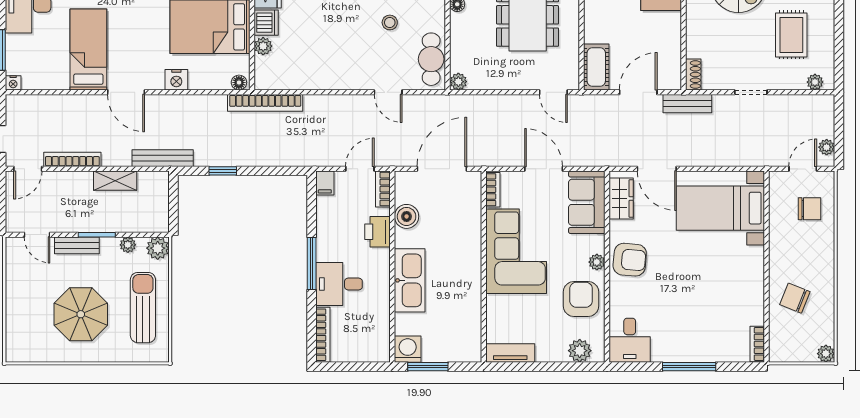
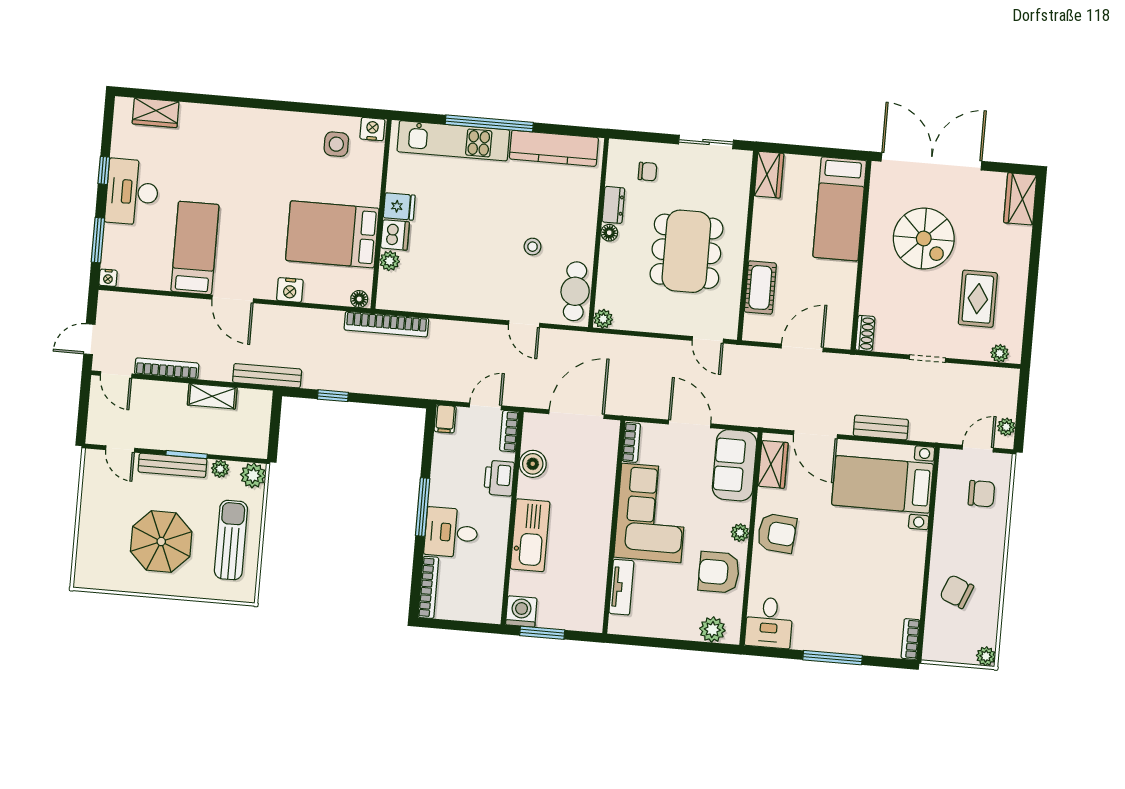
cot: (596, 67) -> (760, 288), moved
bench: (687, 104) -> (881, 428), moved
door: (28, 169) -> (116, 375), hinge flipped
bench: (77, 245) -> (172, 465), width x1.36
armchair: (581, 299) -> (719, 572), turned -90
tv unit: (510, 353) -> (621, 587), moved, turned 90

